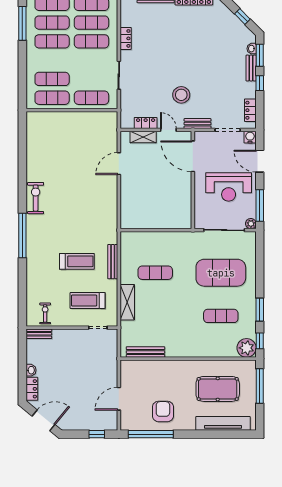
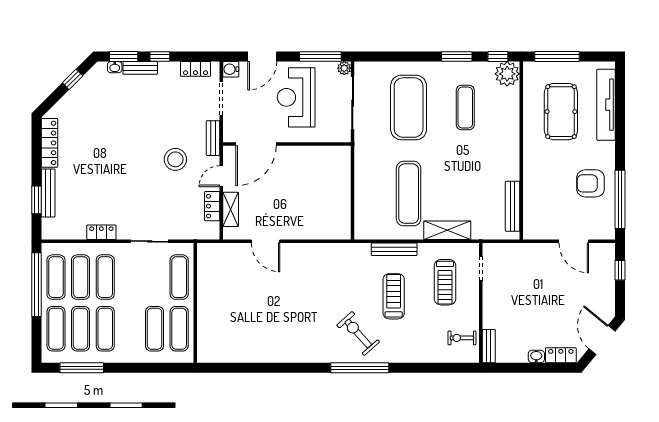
reception desk: (229, 187) -> (296, 97), turned 180
exercise bike: (36, 198) -> (358, 333), moved, turned 48
exercise mat: (155, 273) -> (409, 194), width x1.36, depth x1.45

